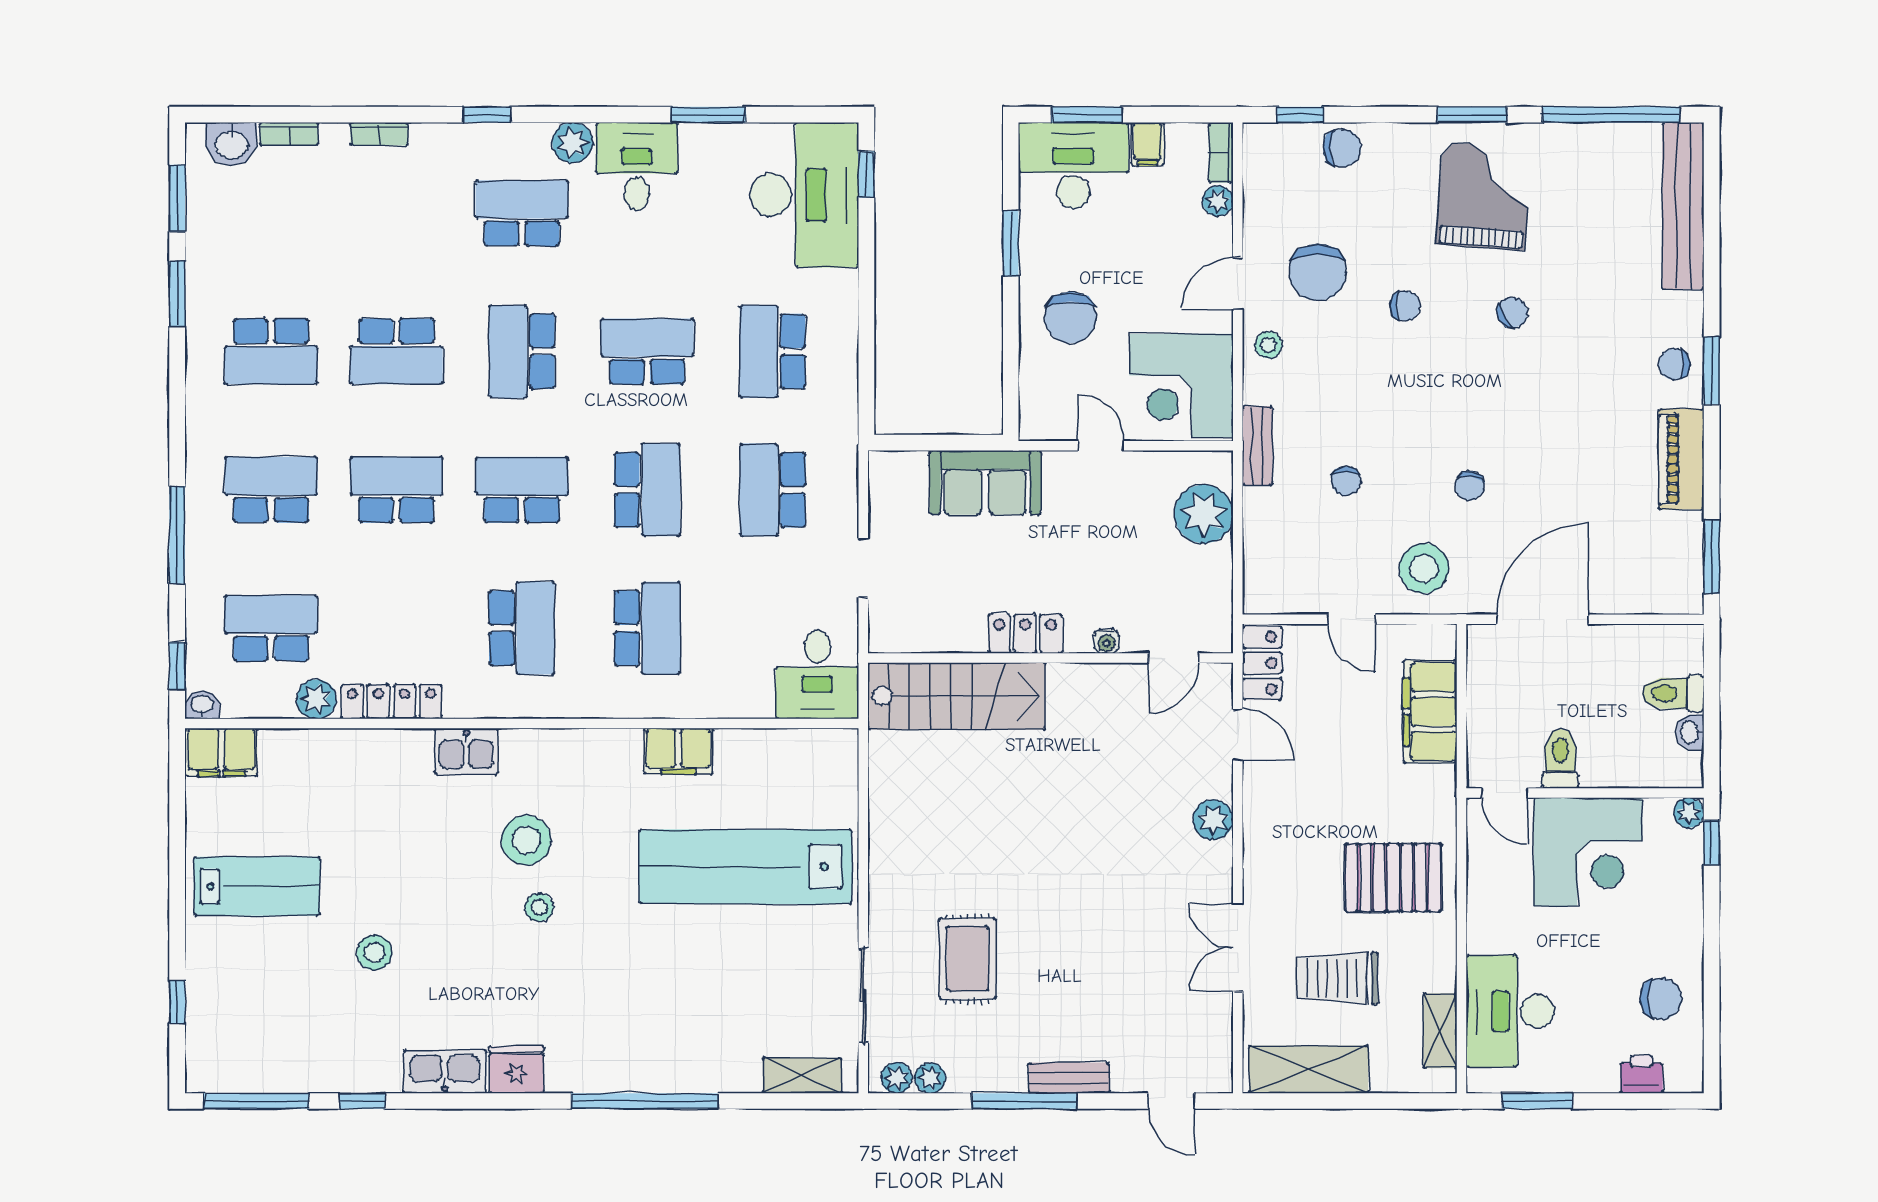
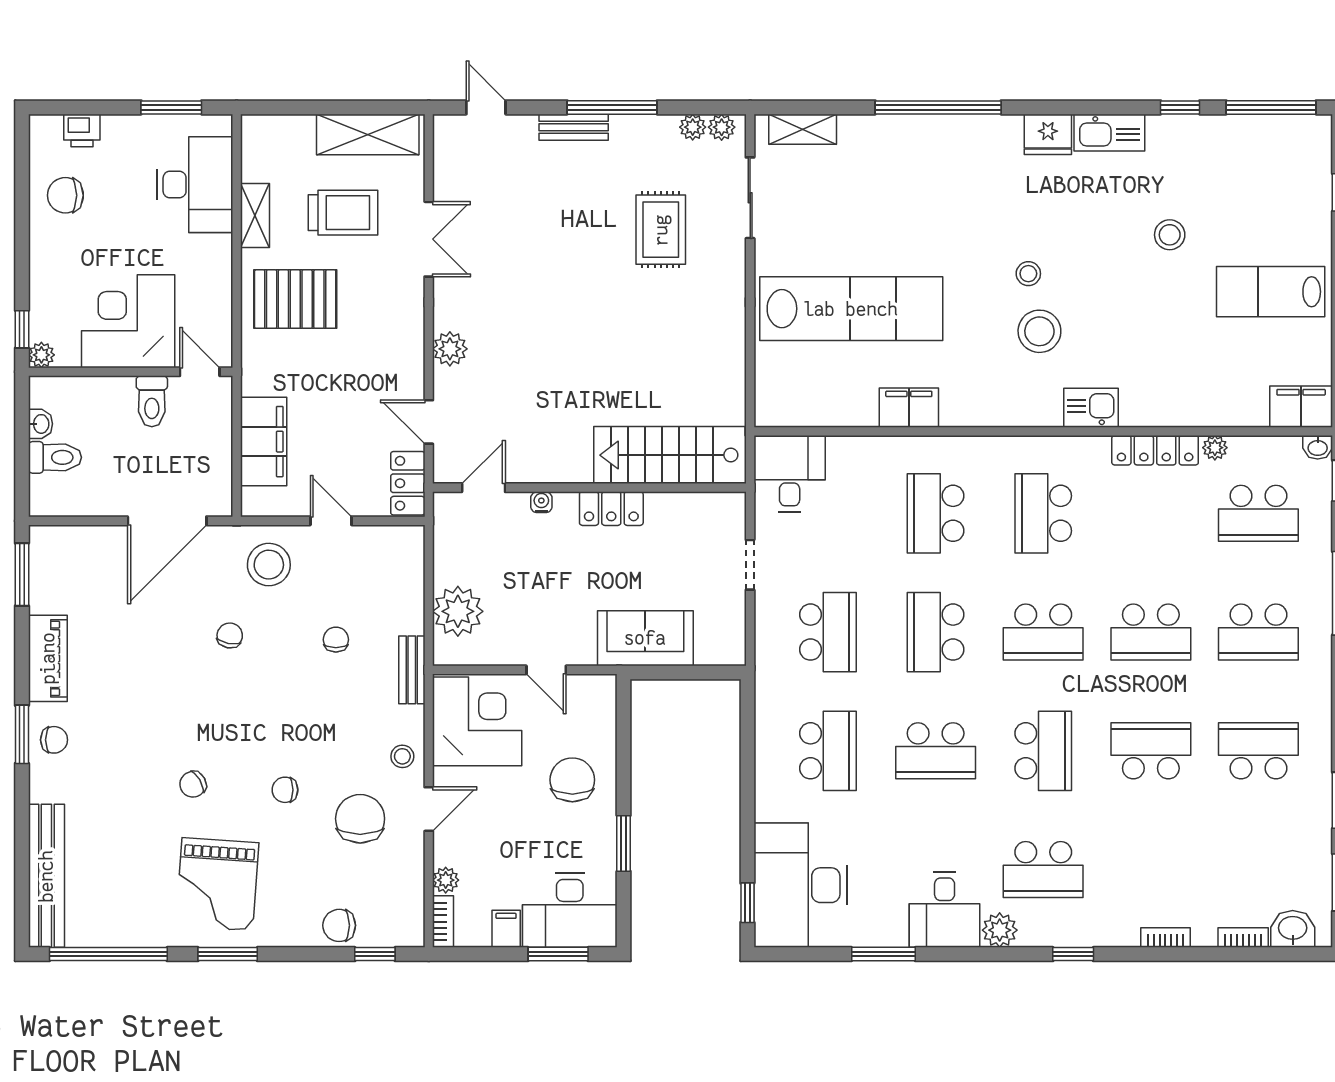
plant: (316, 699) -> (1215, 448), width x0.73, depth x0.73
shelving: (1440, 1031) -> (255, 216), moved

